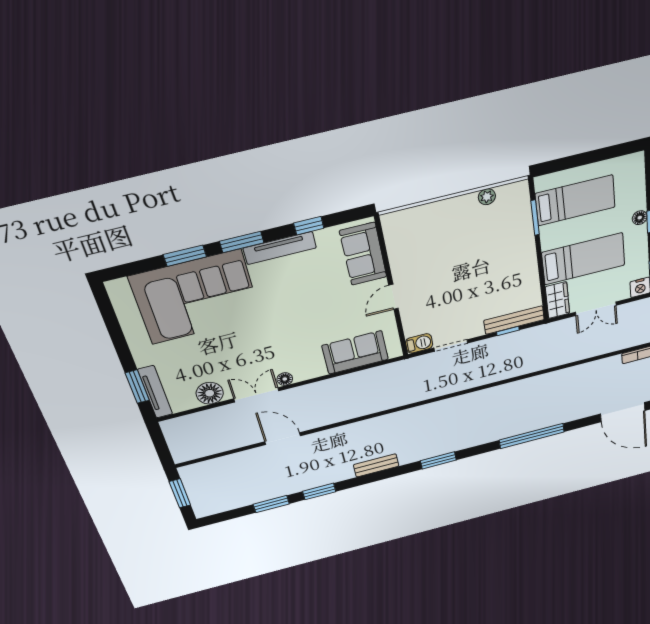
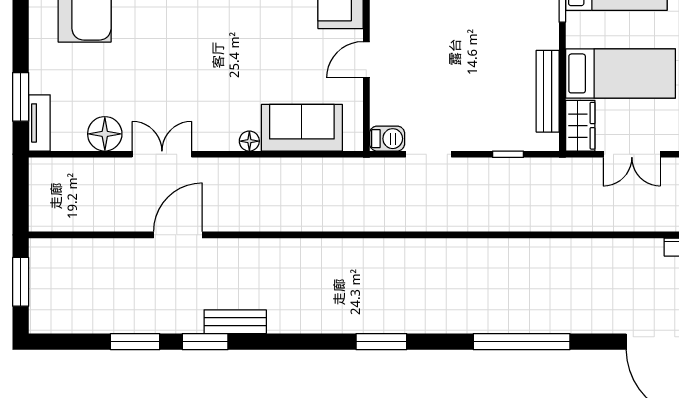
bench: (514, 320) -> (548, 91), moved, turned 90
floor lamp: (285, 379) -> (249, 141), moved
tv unit: (155, 392) -> (39, 123), width x0.71
door: (283, 439) -> (178, 235), hinge flipped
bench: (376, 465) -> (235, 322), moved

